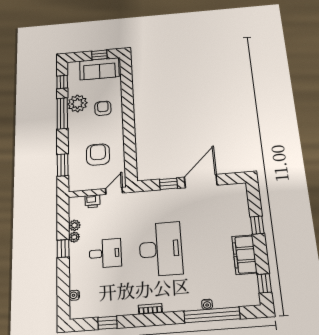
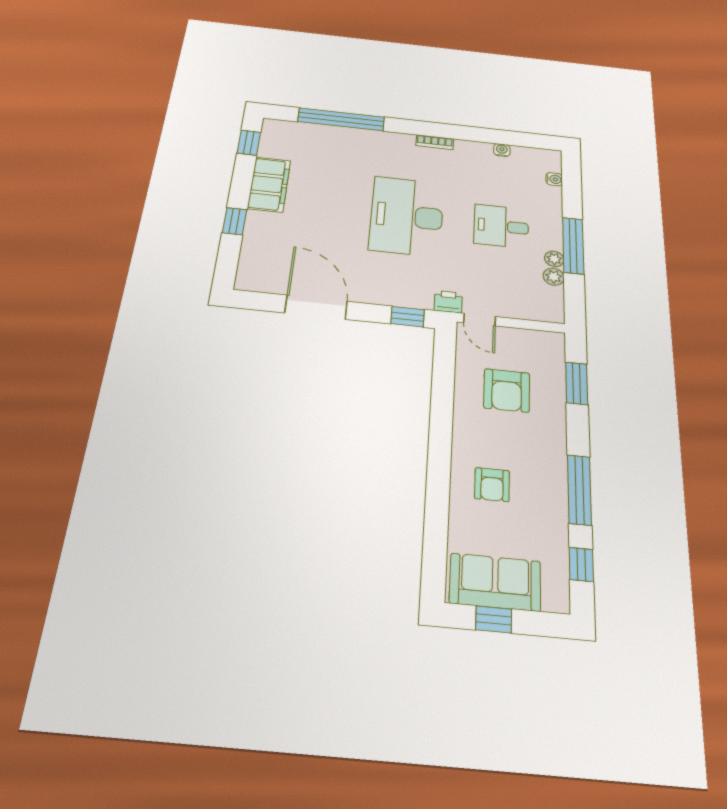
plant: (77, 104) -> (547, 506), removed
door: (201, 181) -> (316, 307), swing flipped
window: (169, 184) -> (408, 317), moved
door: (114, 191) -> (480, 320), hinge flipped
printer: (93, 201) -> (448, 302), moved
window: (63, 248) -> (573, 246), width x2.17
water cooler: (207, 304) -> (502, 150), moved
window: (108, 323) -> (503, 137), removed

